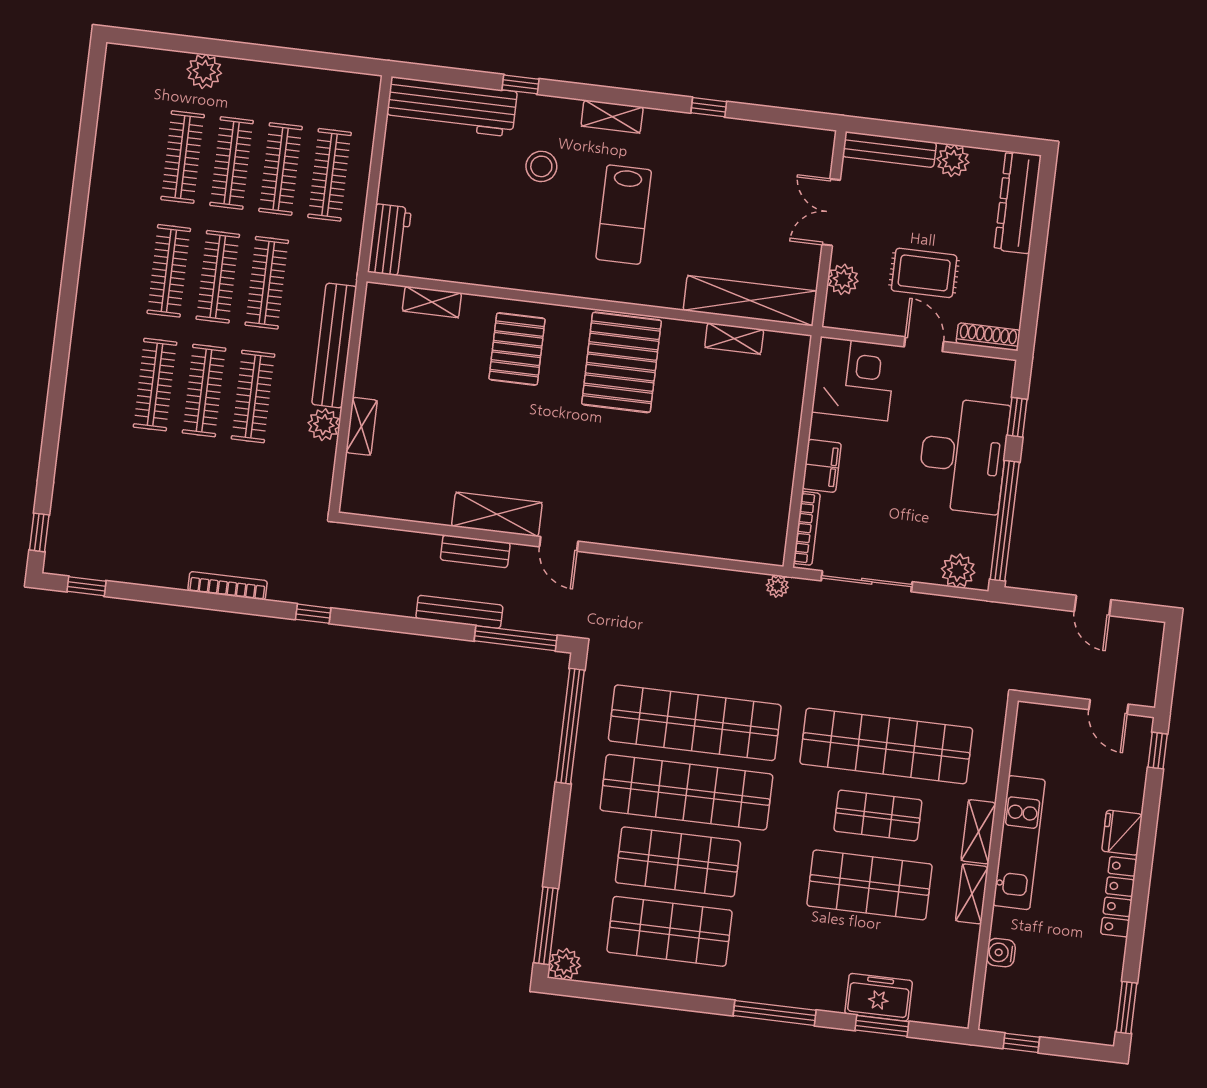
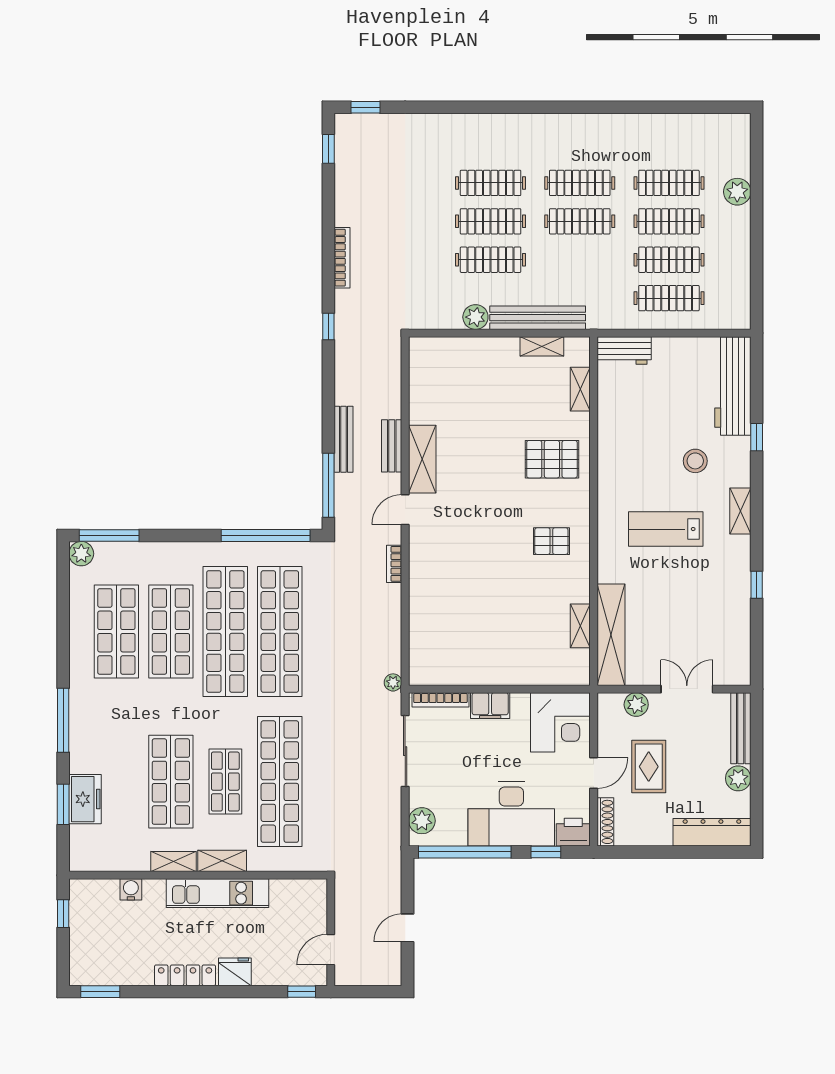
clothes rail: (267, 283) -> (580, 260), removed
pallet: (621, 362) -> (551, 541), width x0.49, depth x0.50
printer: (996, 379) -> (573, 832), added
shelving: (362, 426) -> (542, 346), moved
bookcase: (626, 566) -> (394, 564), added

